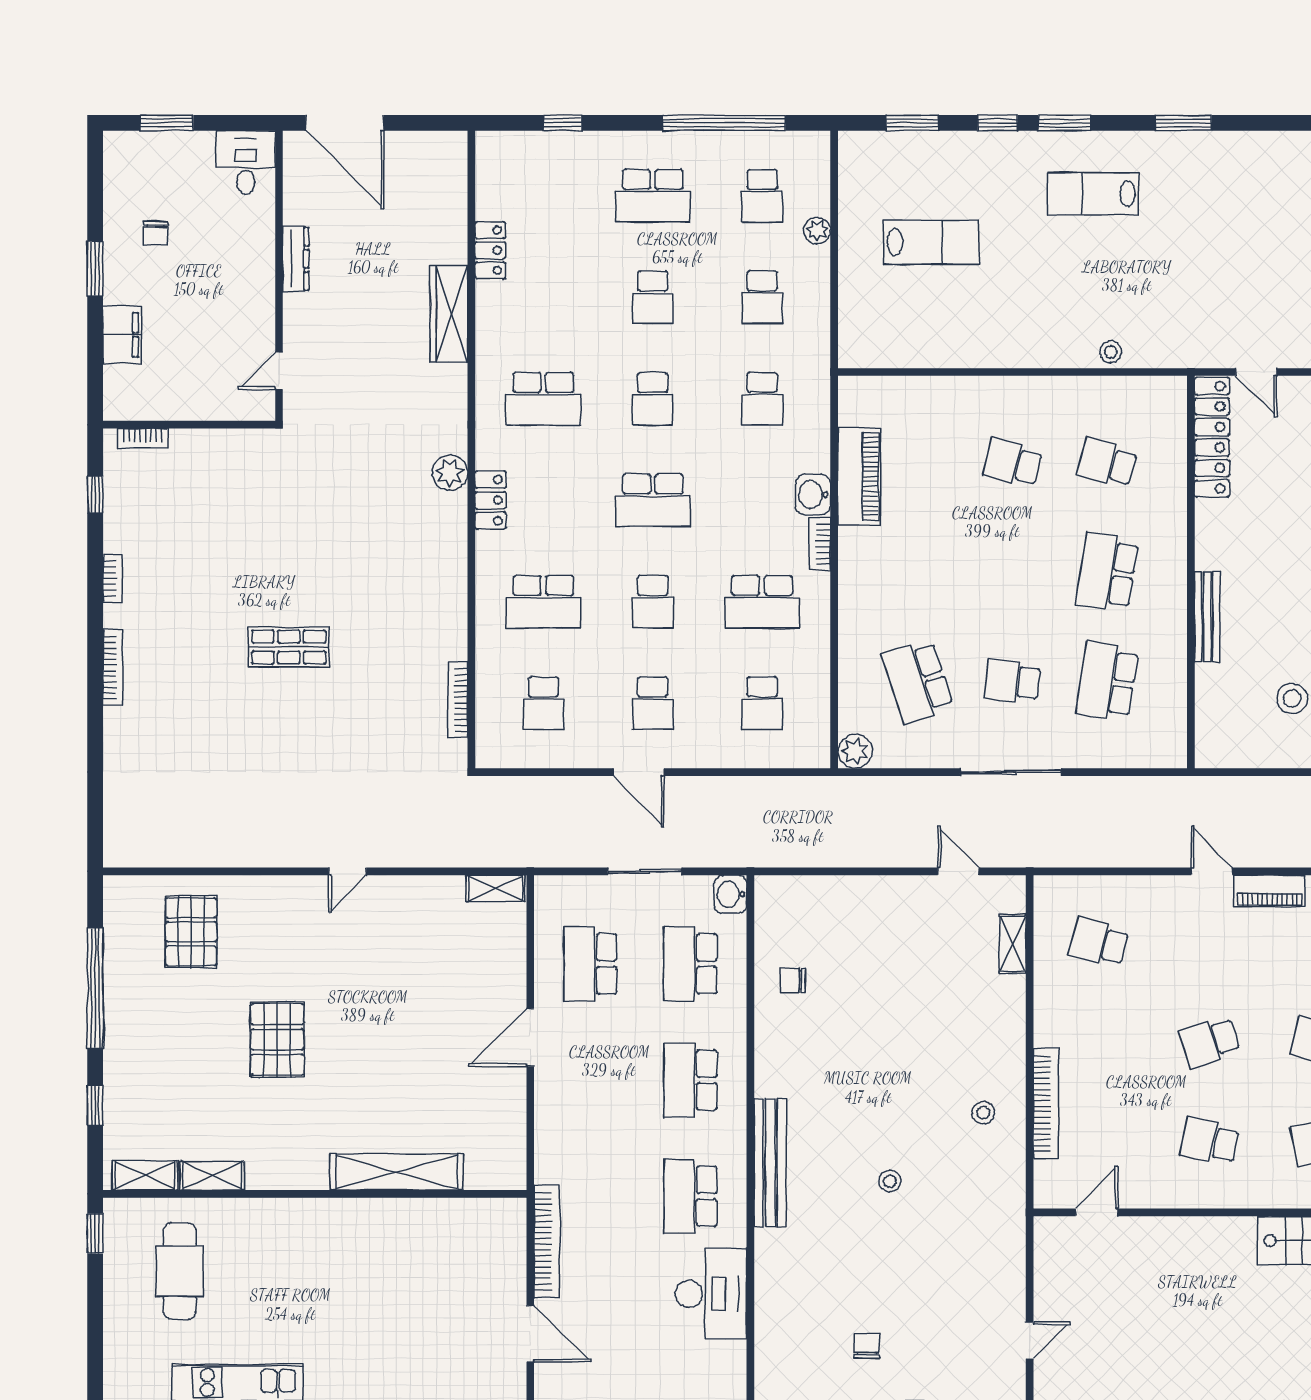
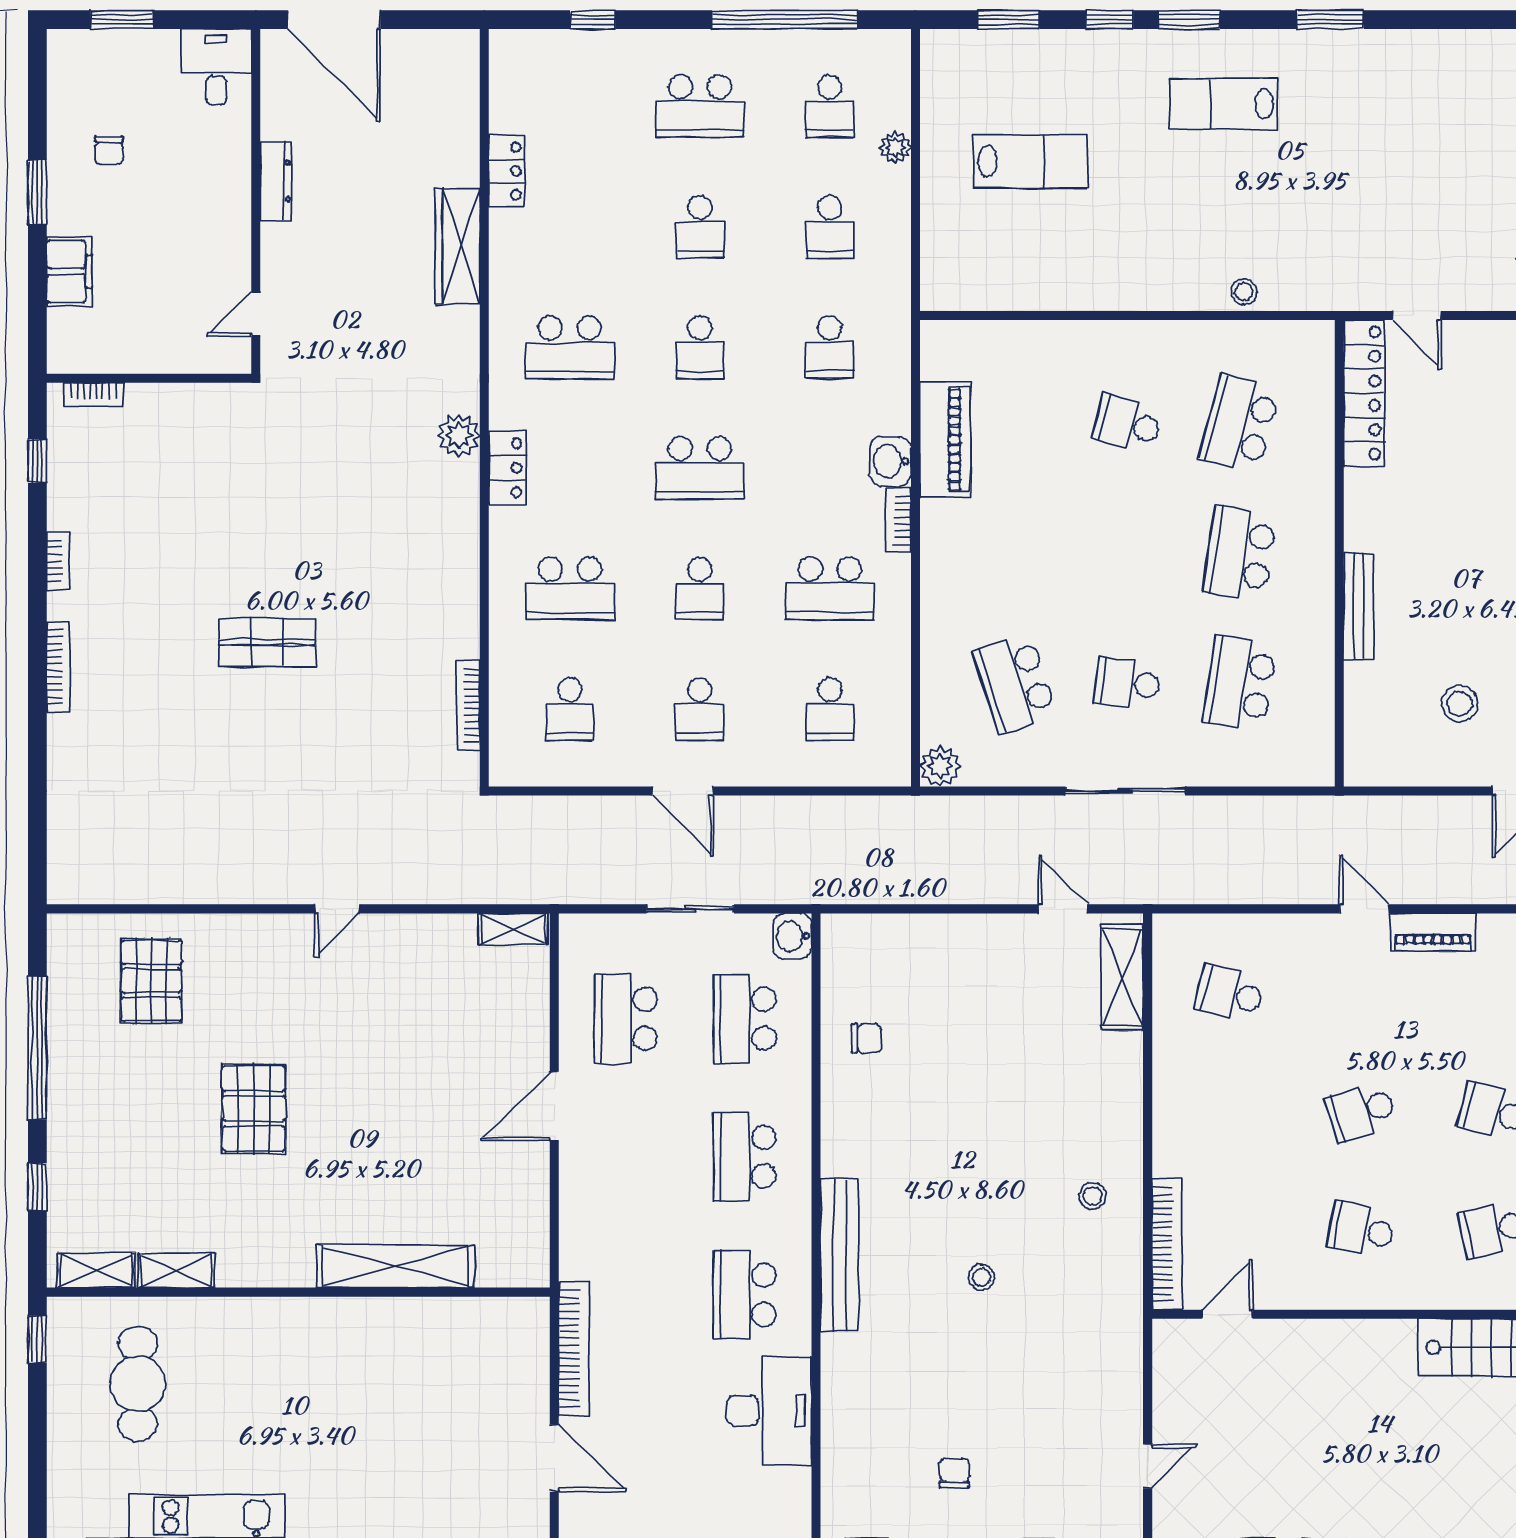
school desk: (1107, 463) -> (1240, 423), width x1.85
shelving: (1013, 944) -> (1122, 977), width x1.50, depth x1.33
chair: (793, 980) -> (866, 1038), turned 180
bookcase: (1046, 1103) -> (1167, 1244), moved

